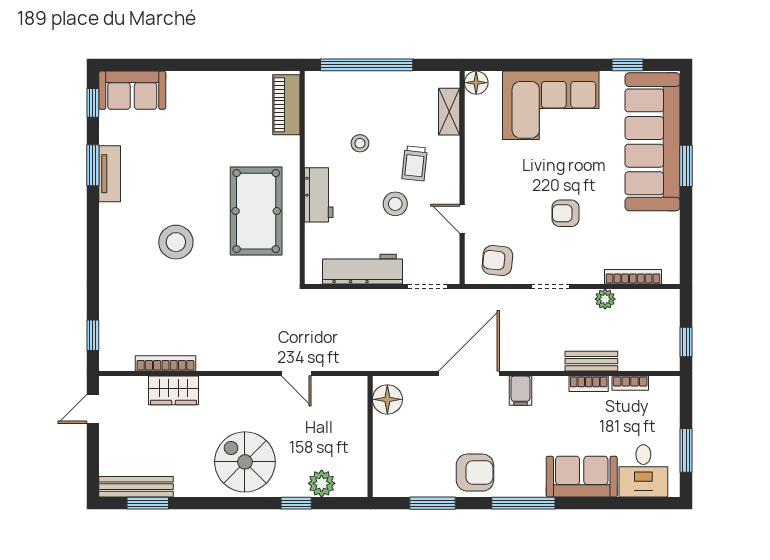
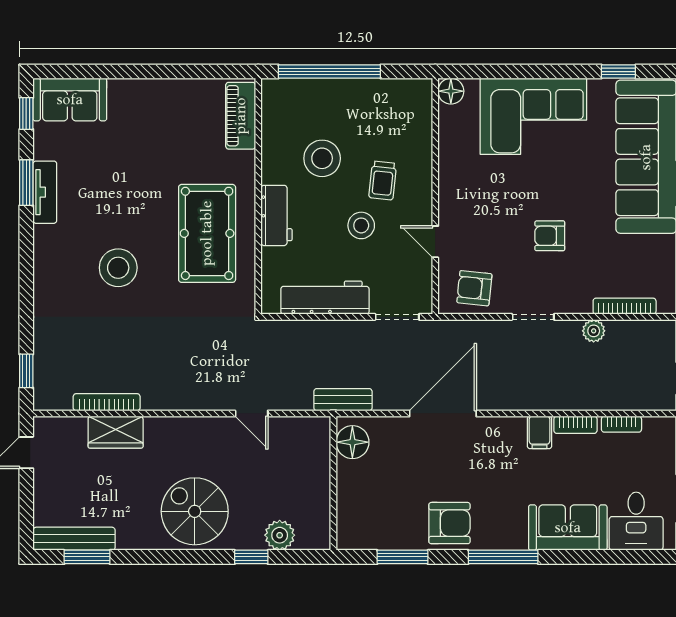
shelving: (449, 112) -> (421, 123), removed
stool: (360, 143) -> (322, 158), width x1.89, depth x1.89
bench: (591, 361) -> (343, 400), moved
filing cabinet: (521, 391) -> (540, 432), moved

